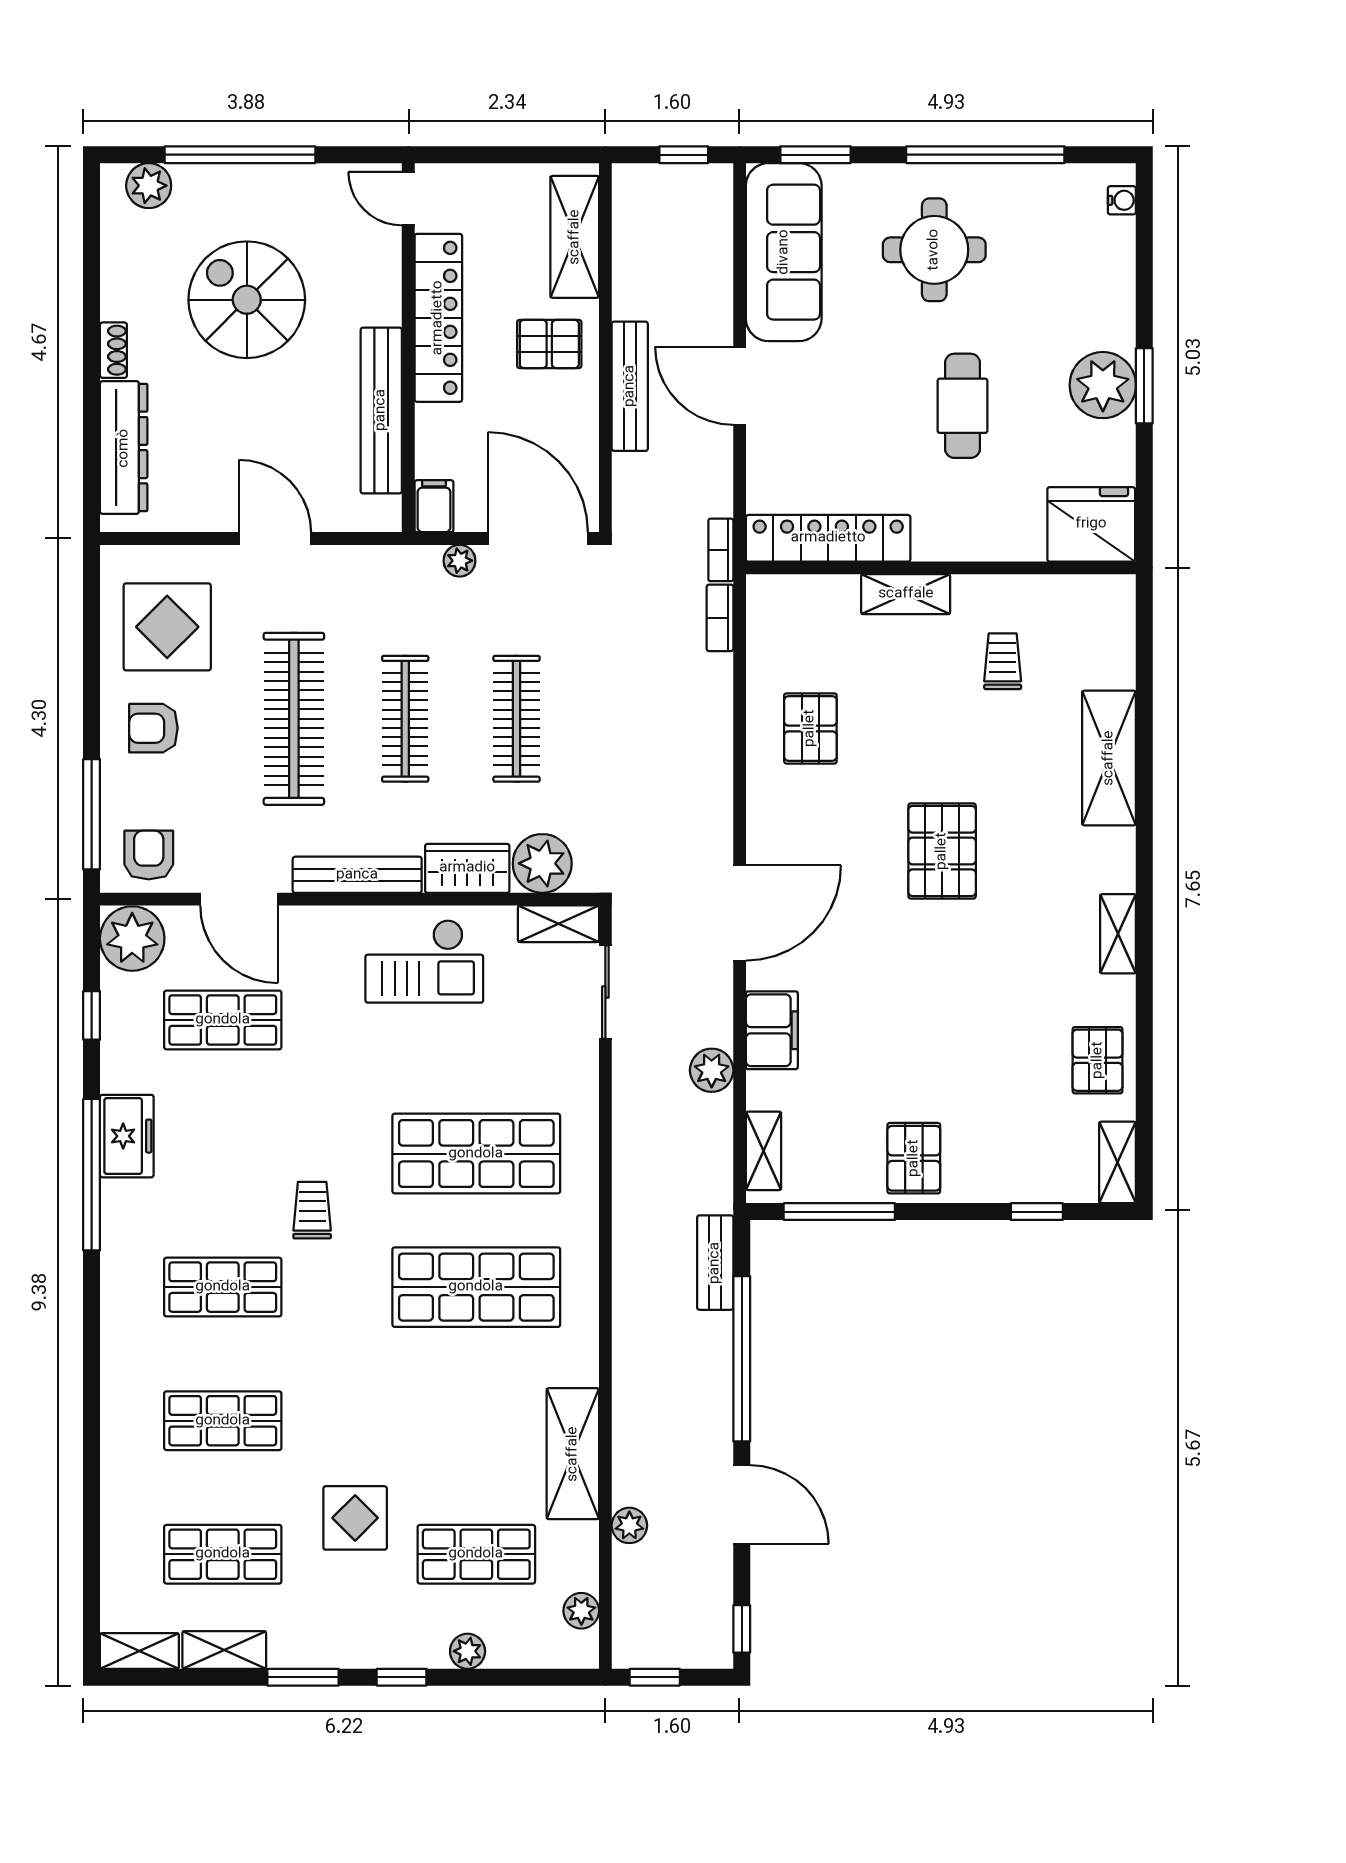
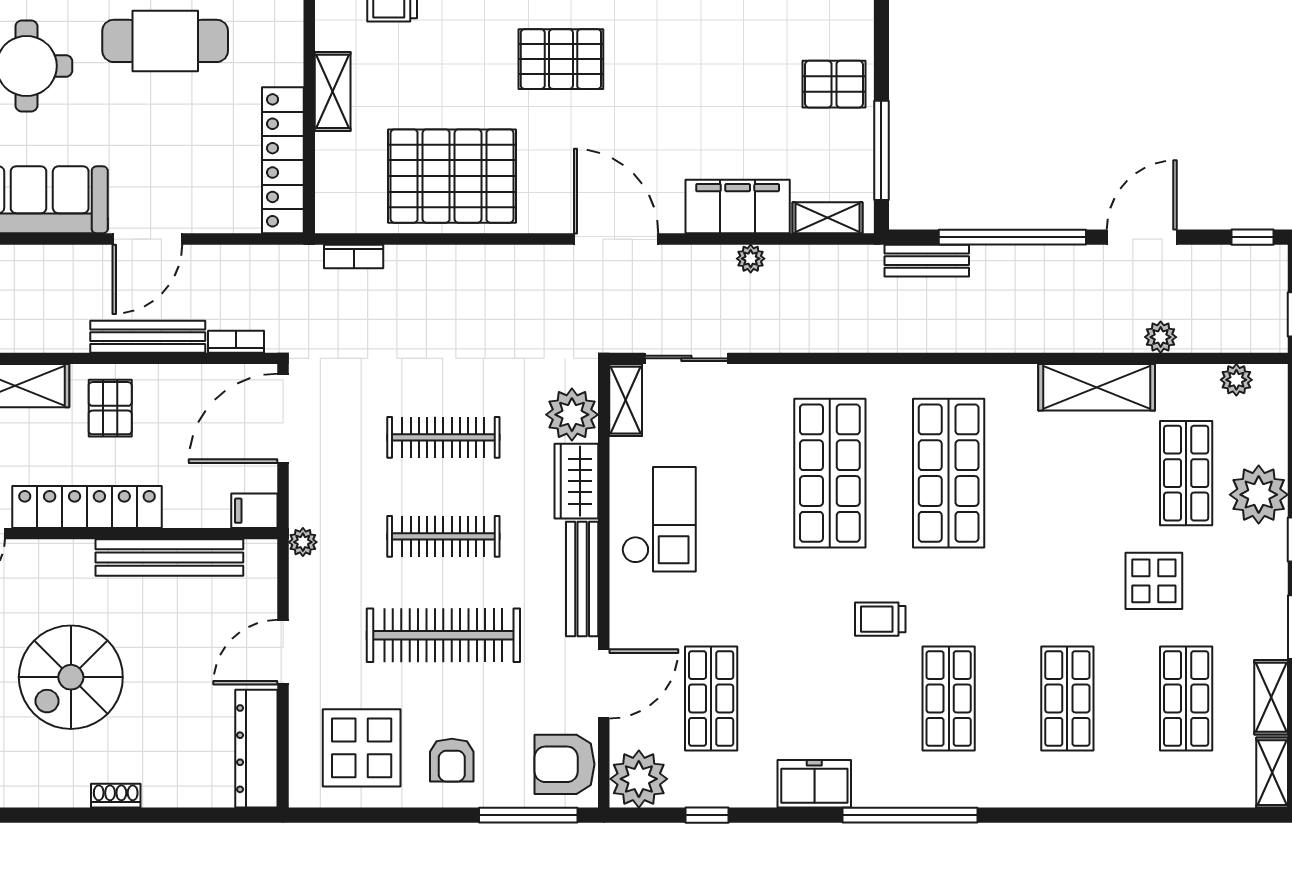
cafe table: (962, 406) -> (165, 41), width x1.37, depth x1.35
dresser: (124, 448) -> (256, 749), moved, turned -90
bookcase: (721, 550) -> (236, 342), moved, turned 180
plant: (460, 561) -> (303, 542), moved
pallet: (810, 728) -> (452, 176), width x2.05, depth x2.00
armchair: (149, 855) -> (564, 764), width x1.38, depth x1.38
filing cabinet: (772, 1030) -> (738, 207), width x1.50, depth x1.17
plant: (712, 1070) -> (751, 259), width x0.73, depth x0.73
window: (92, 1175) -> (910, 815), moved
plant: (468, 1651) -> (1259, 495), width x1.88, depth x1.88

